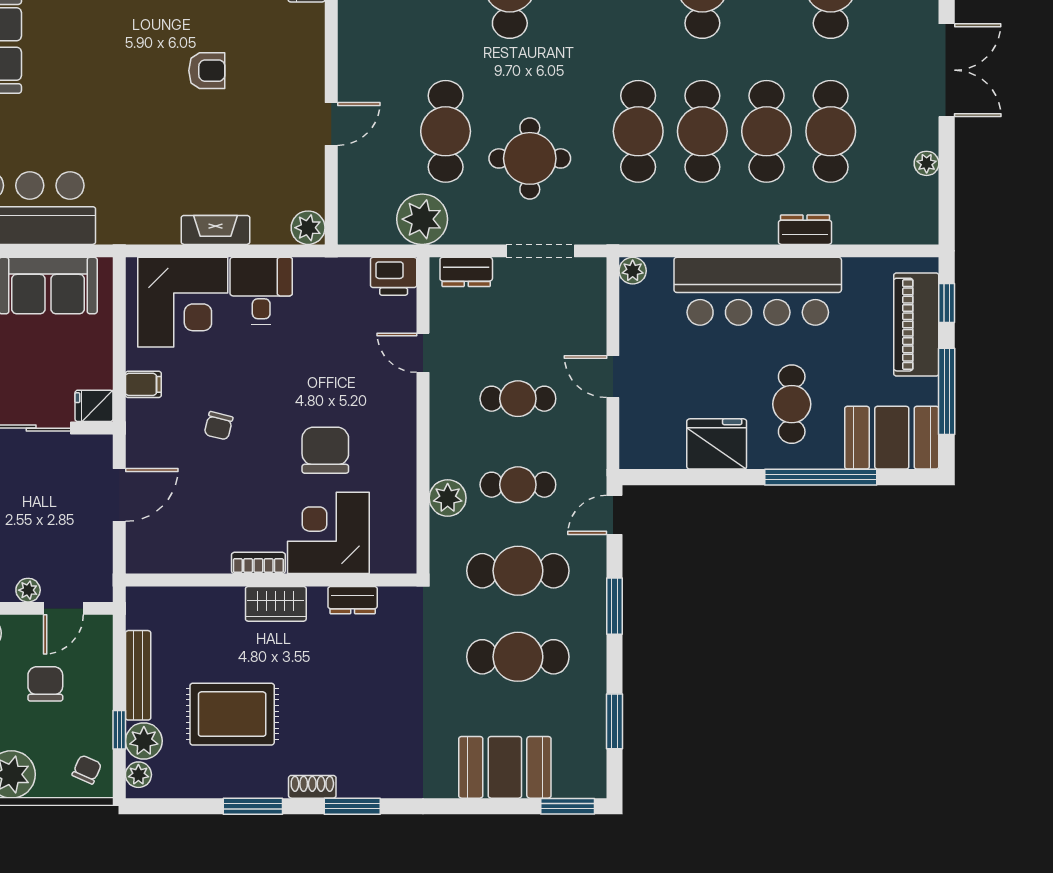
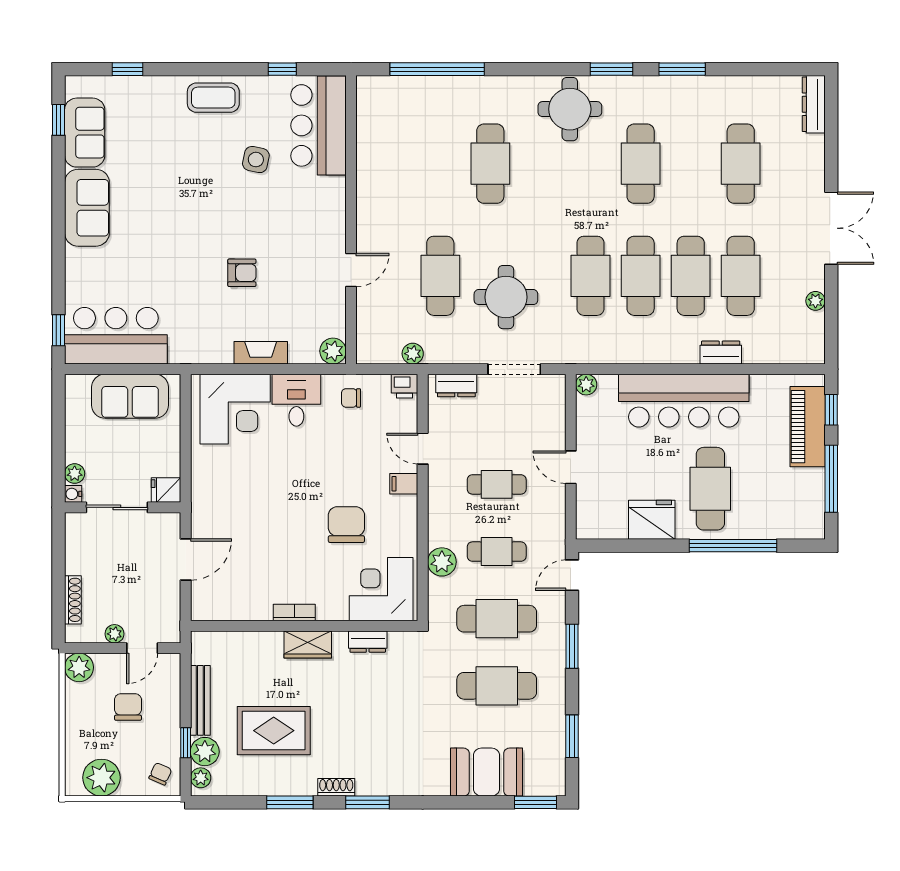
armchair: (207, 71) -> (242, 273), moved
plant: (422, 219) -> (413, 354), width x0.53, depth x0.53
printer: (394, 276) -> (404, 386), width x0.73, depth x0.81
filing cabinet: (143, 384) -> (404, 484), moved, turned 180
cafe table: (792, 404) -> (710, 489), width x1.37, depth x1.35
chair: (219, 426) -> (351, 398), moved, turned 76
booth: (892, 438) -> (788, 515), removed
corner desk: (328, 533) -> (381, 589), moved

